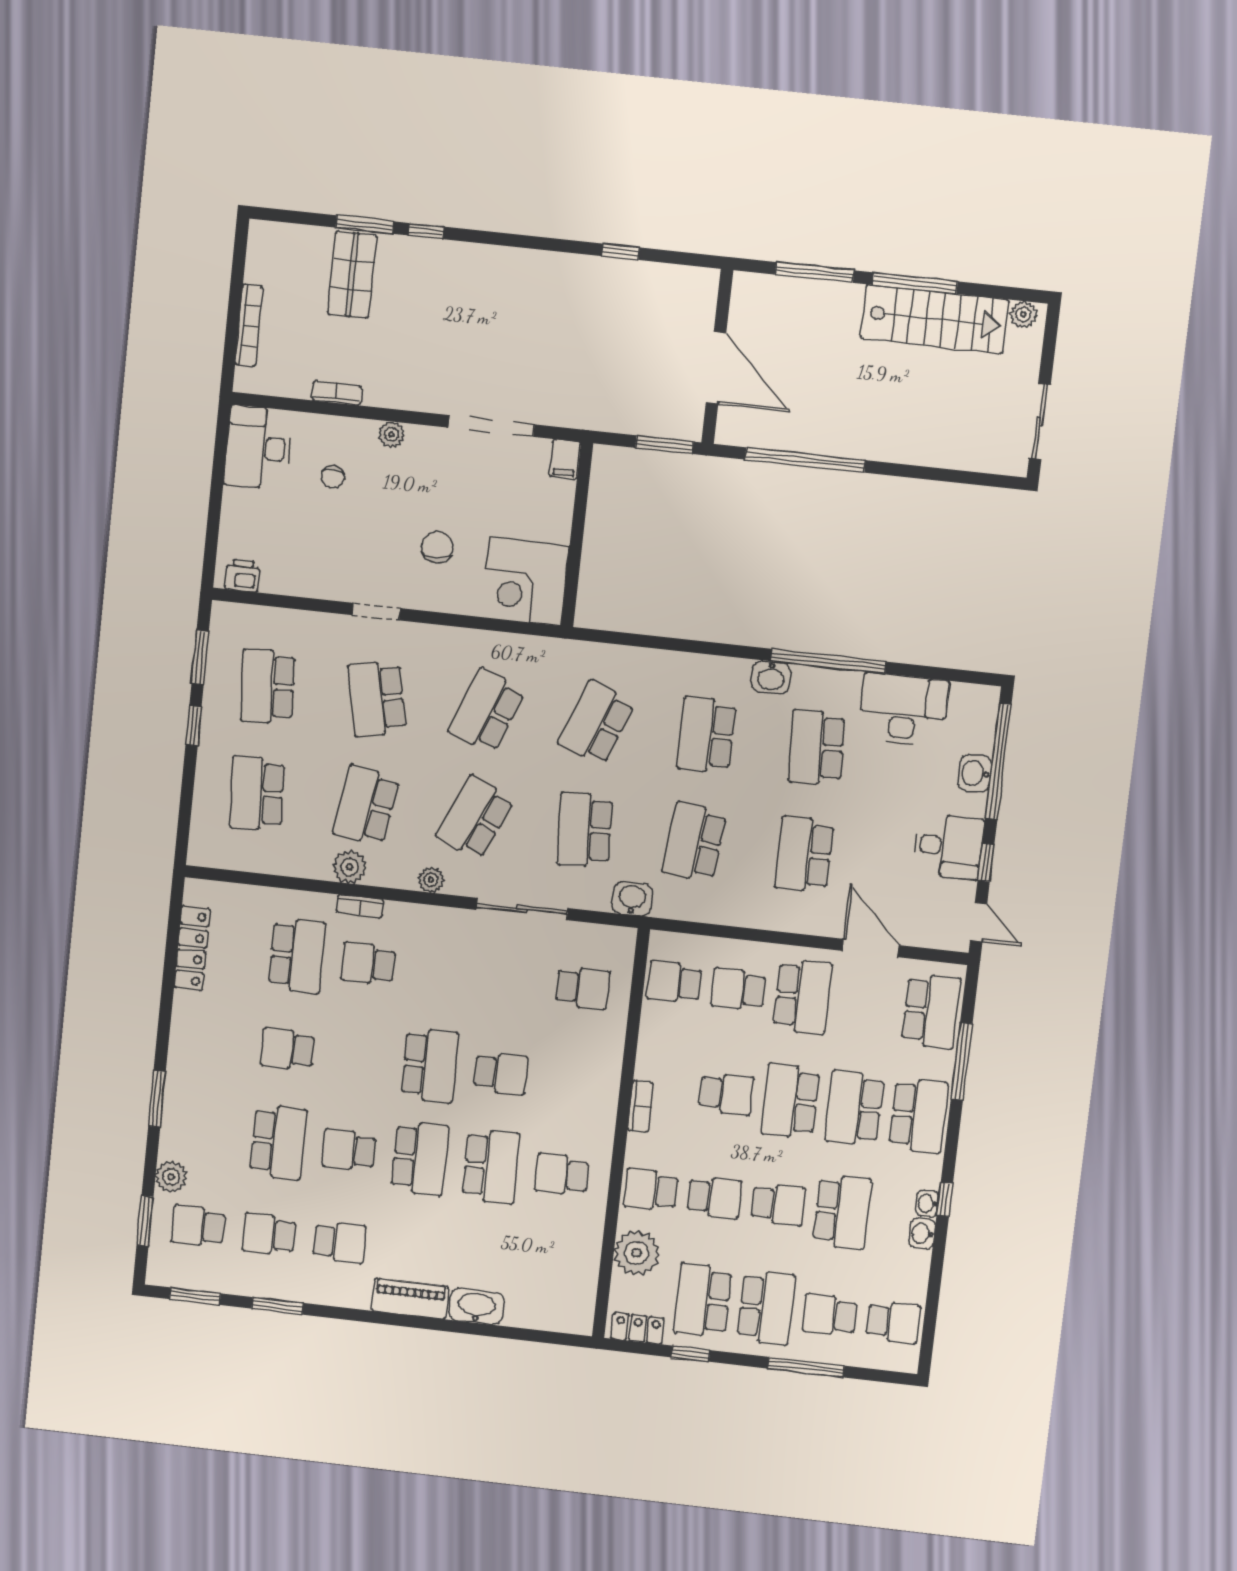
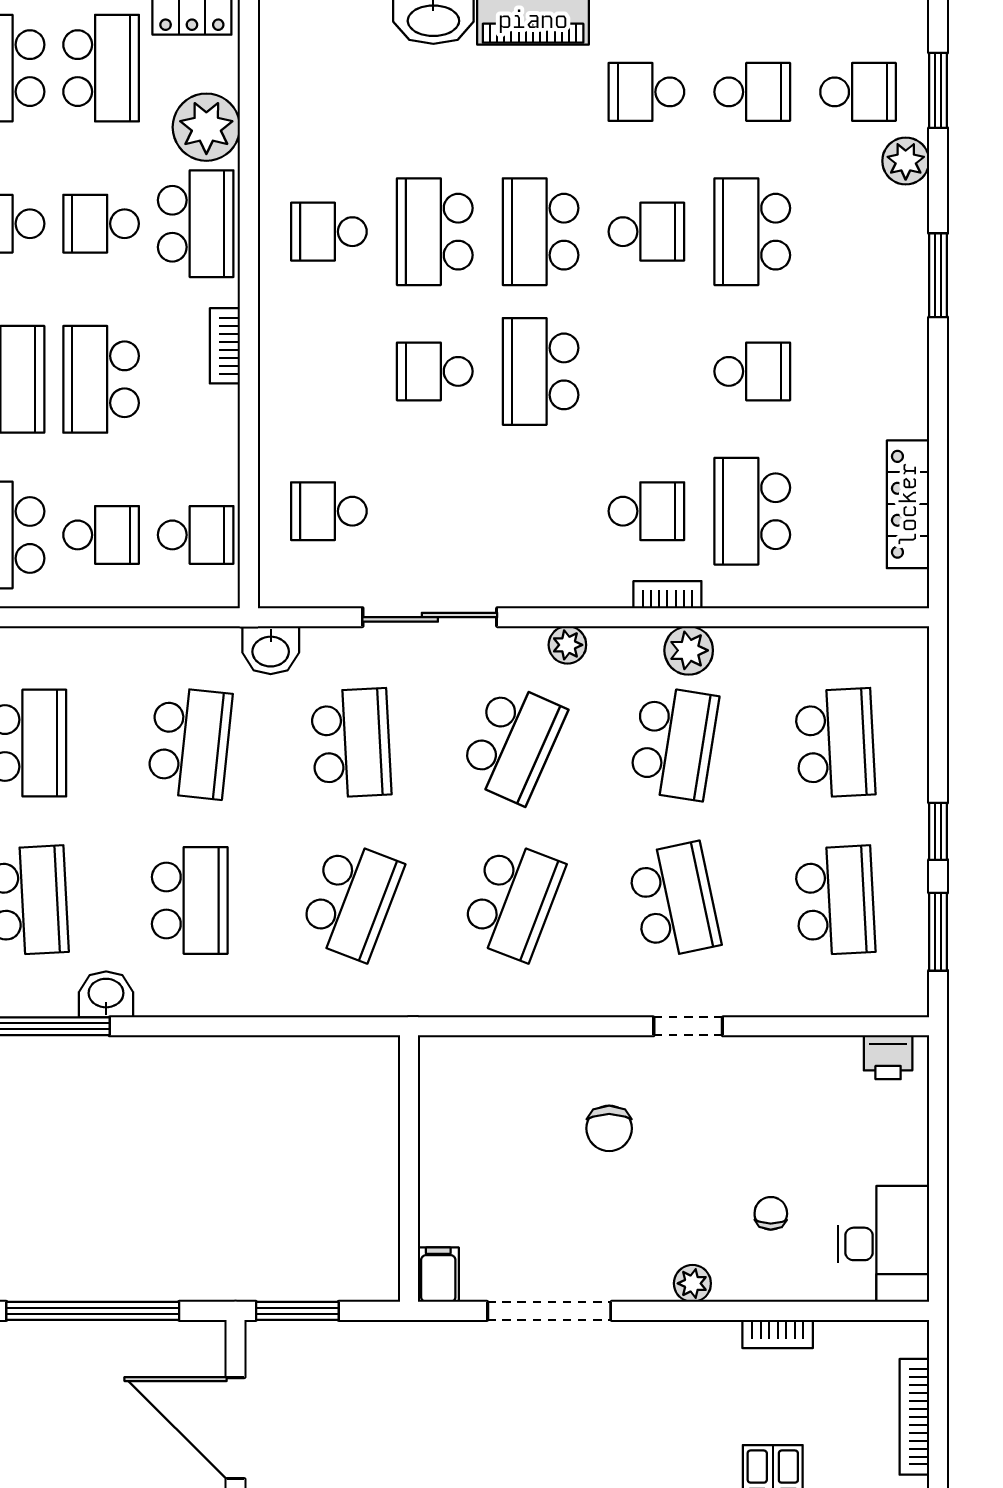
corner desk: (525, 581) -> (476, 1094), removed
school desk: (726, 1094) -> (101, 379), width x1.85
school desk: (562, 1174) -> (329, 232), turned 180
school desk: (651, 1190) -> (196, 224), width x1.85

